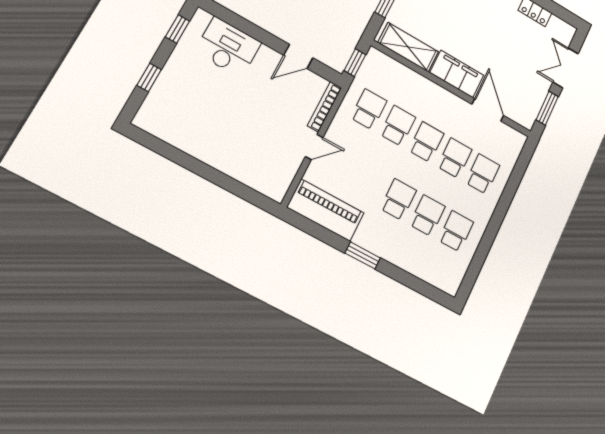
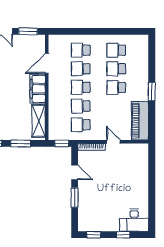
window: (257, 33) -> (75, 198), added
desk: (228, 47) -> (134, 220), moved, turned -90

